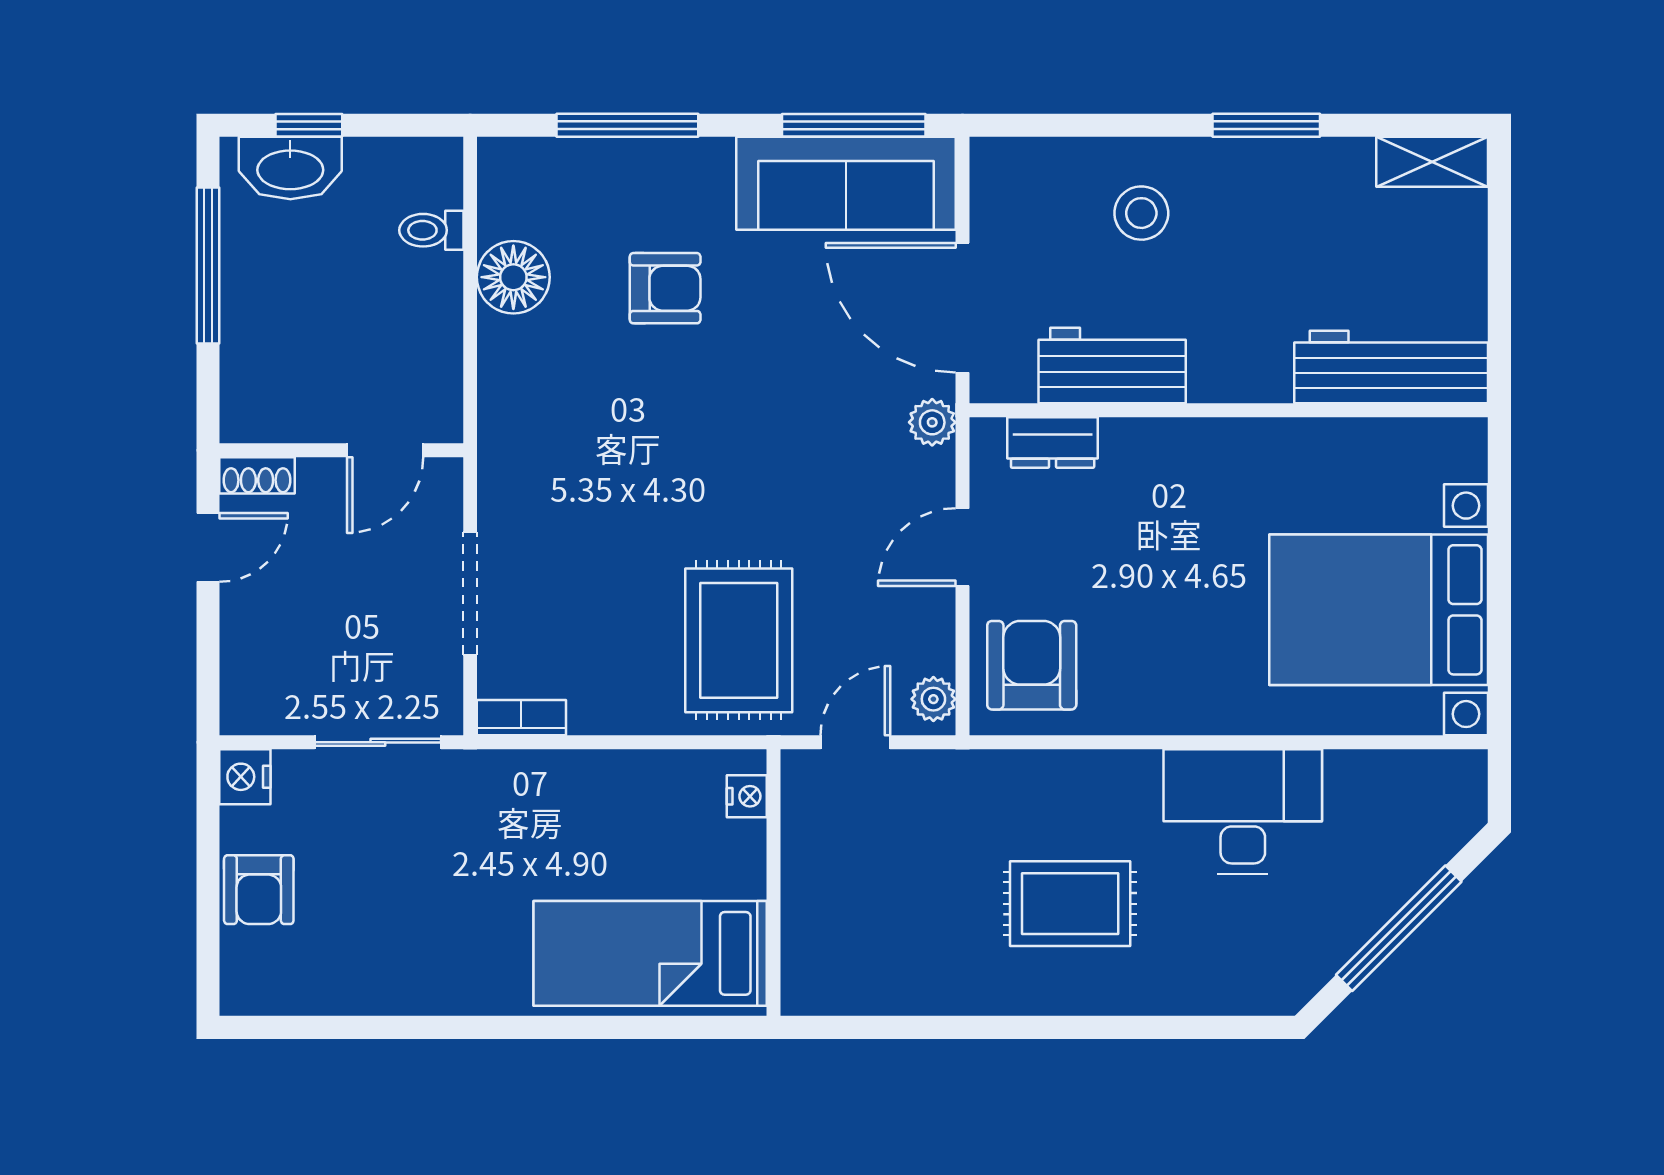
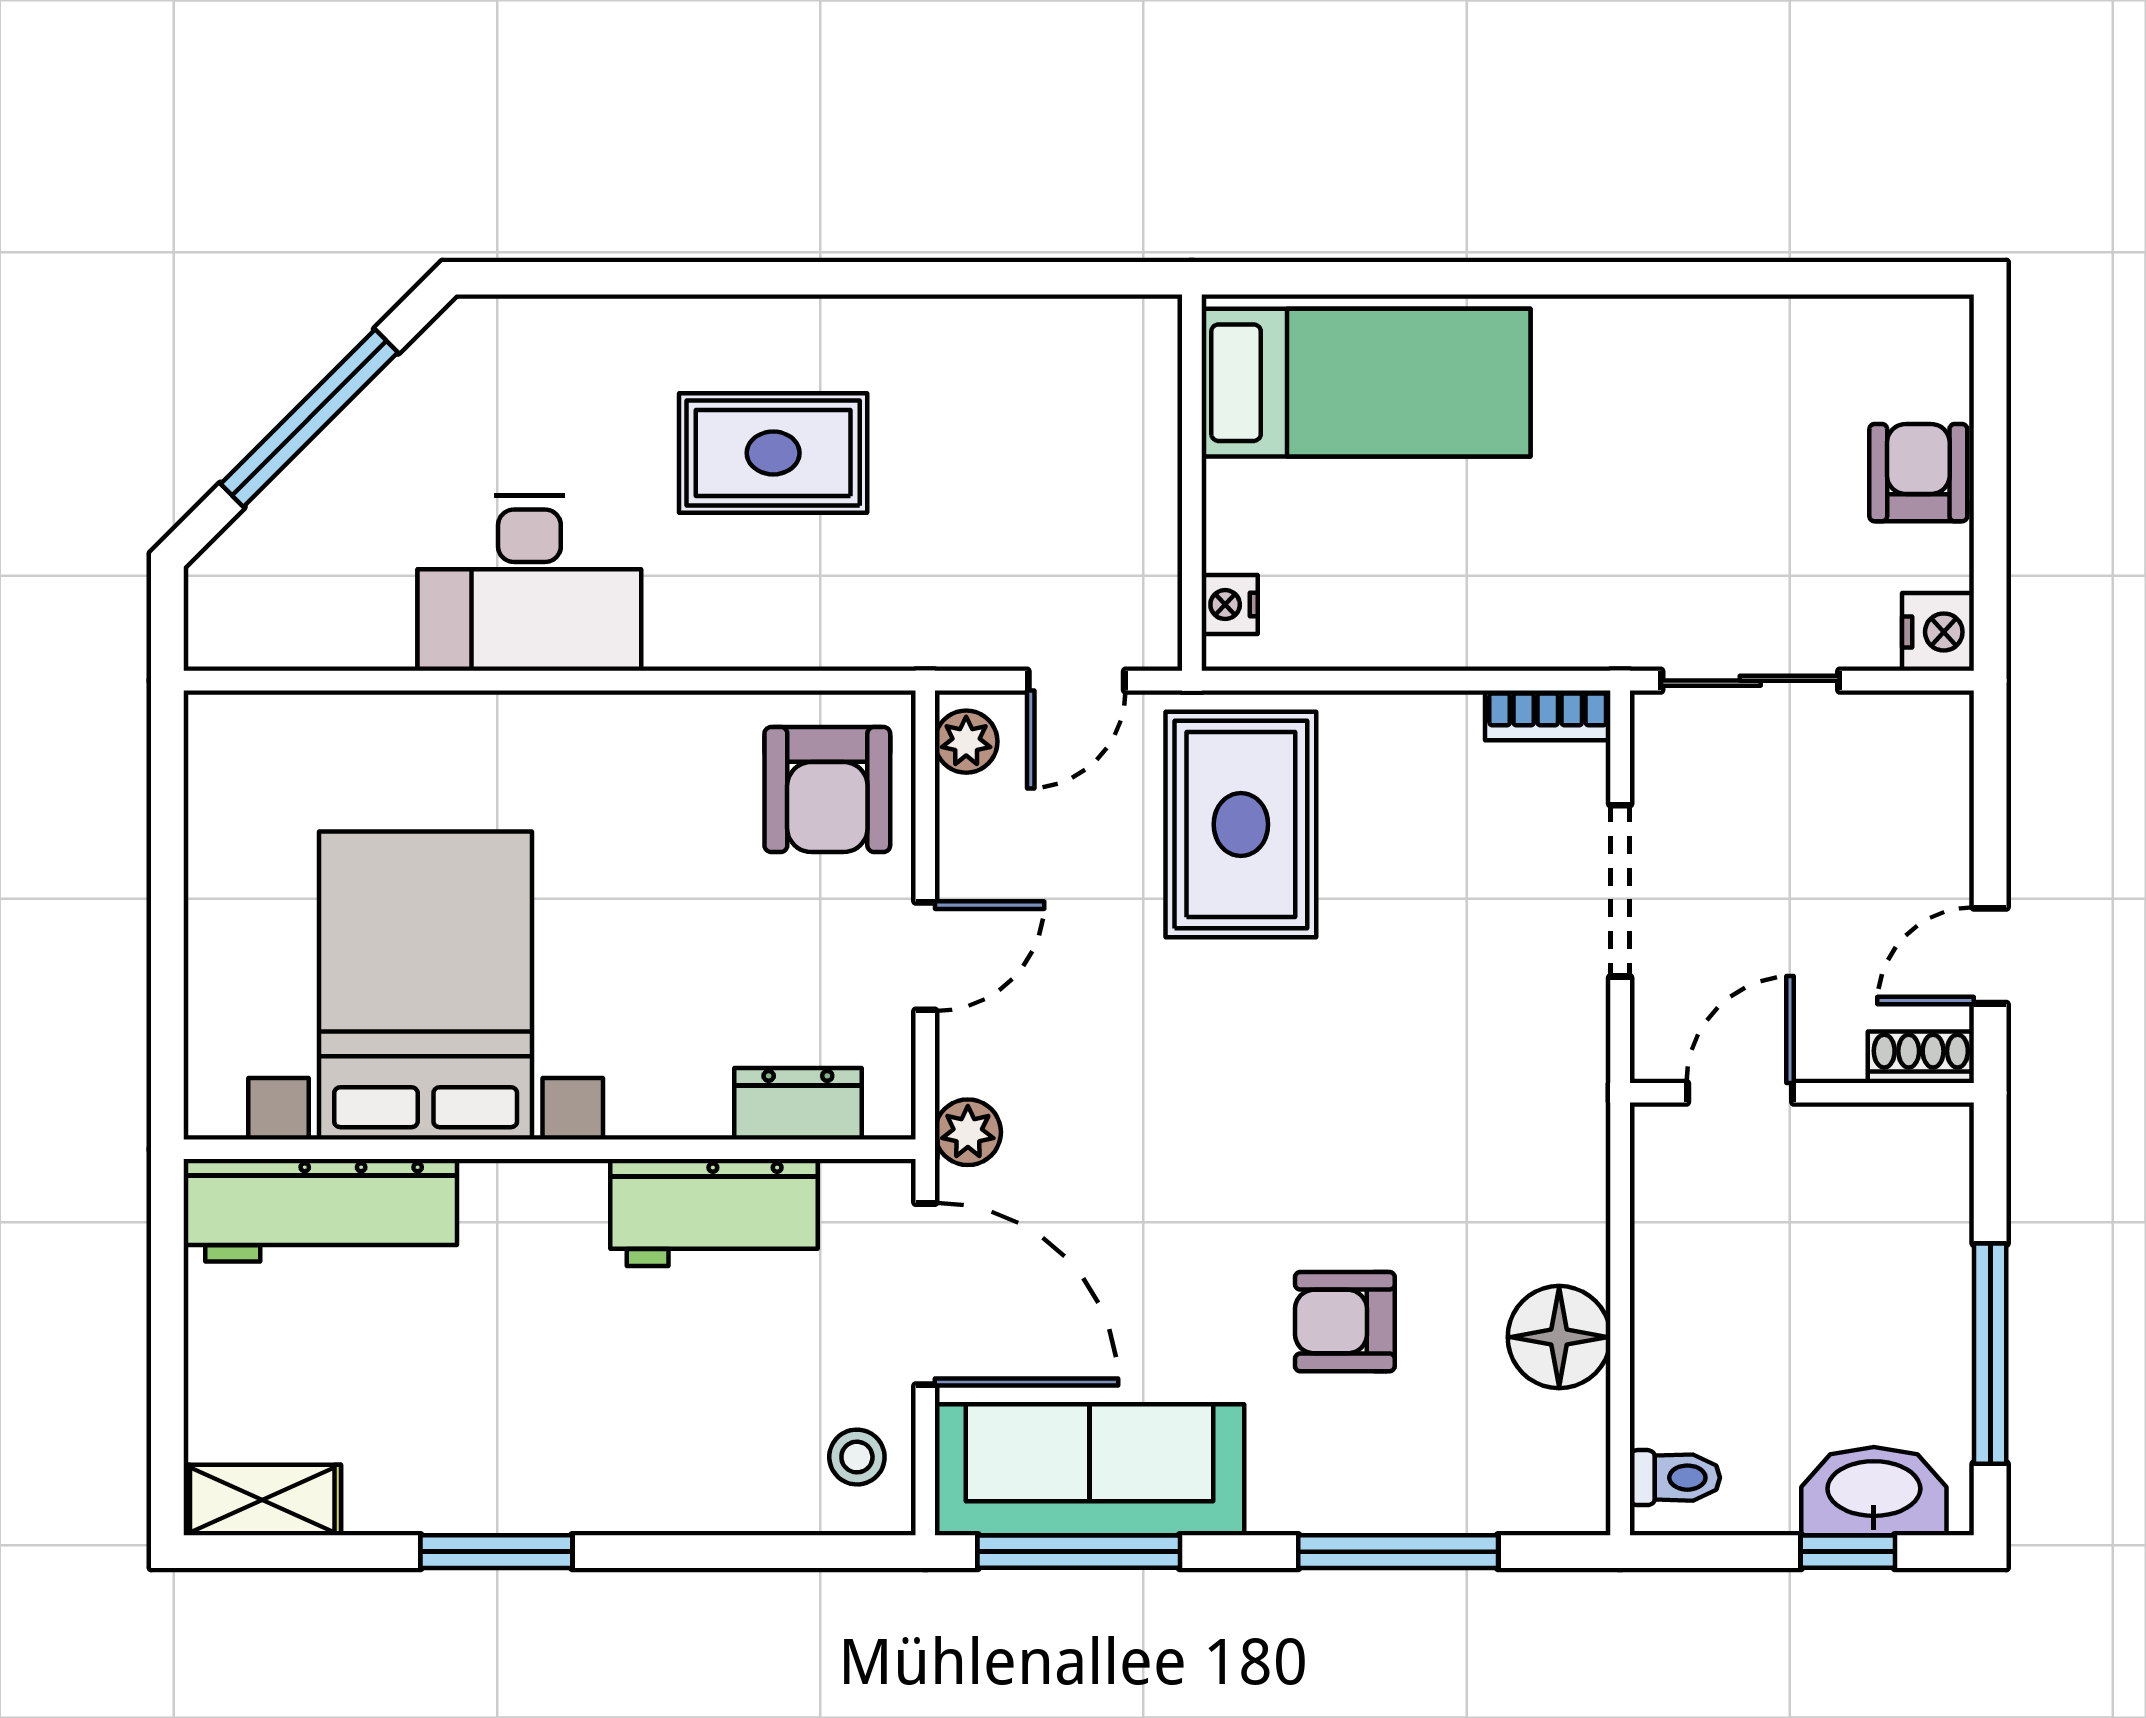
stool: (1141, 213) -> (857, 1457), moved, width x0.73, depth x0.73
toilet: (431, 230) -> (1675, 1478), moved
bed with nightstands: (1379, 610) -> (426, 985), moved, turned -90

